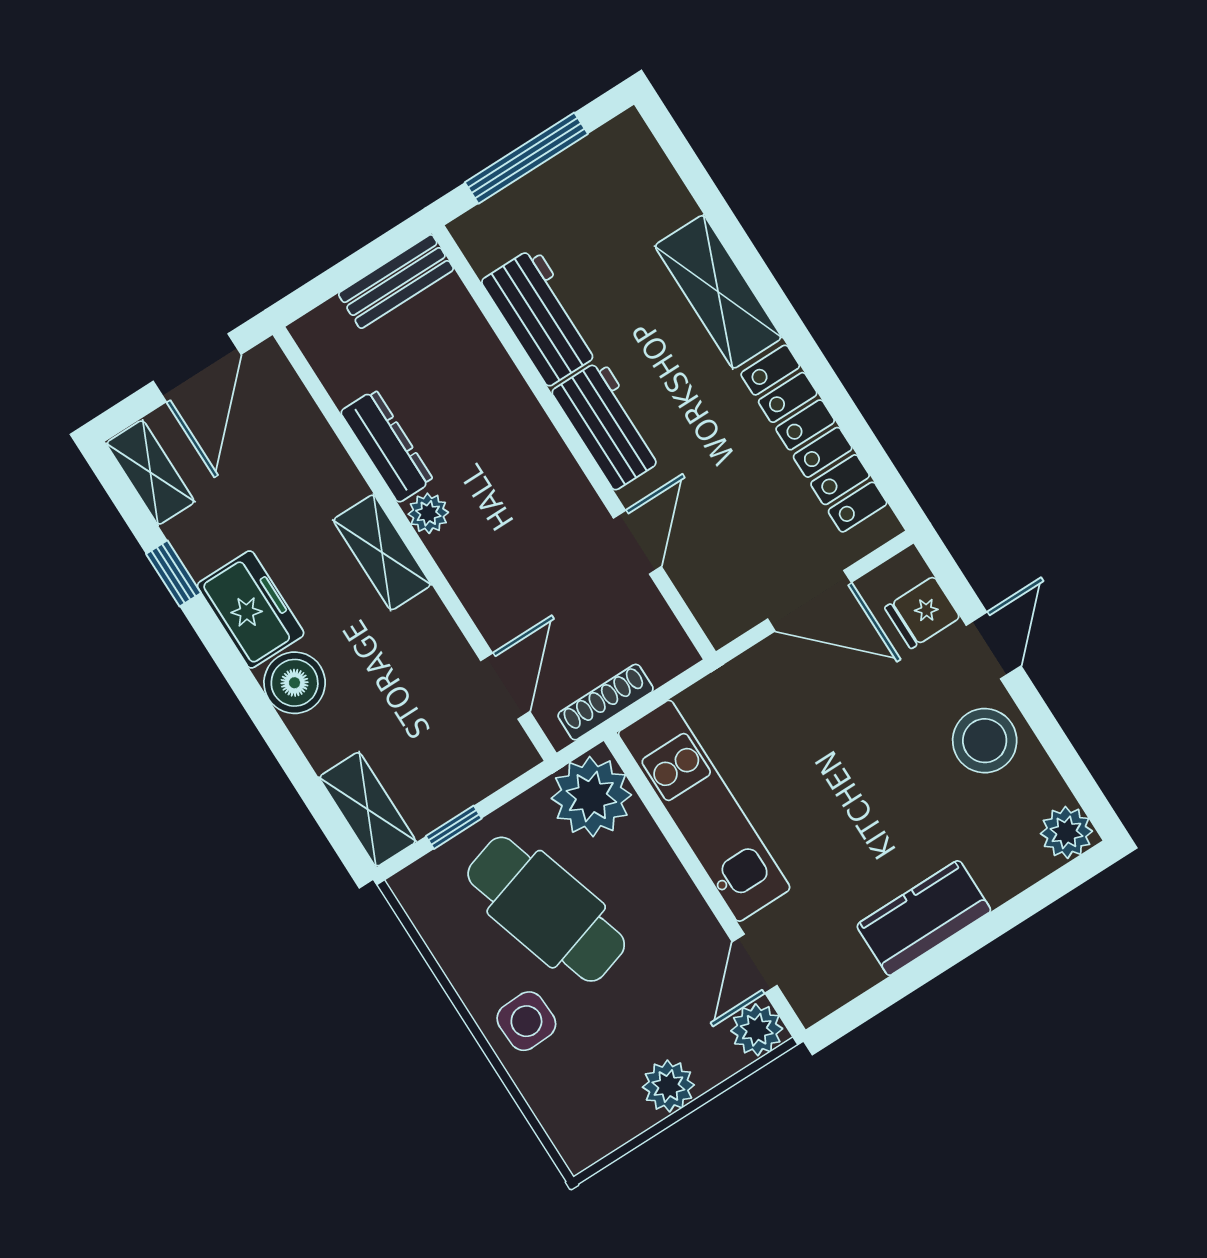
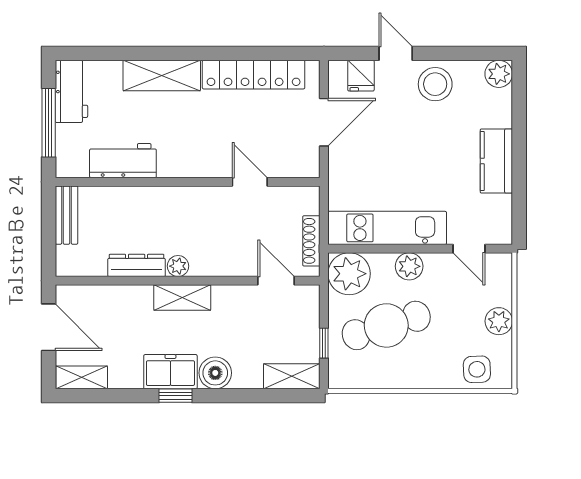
workbench: (608, 425) -> (71, 91), moved, turned 90
window: (173, 573) -> (175, 396), moved
side table: (526, 1021) -> (477, 369), moved
plant: (757, 1030) -> (409, 266), moved

